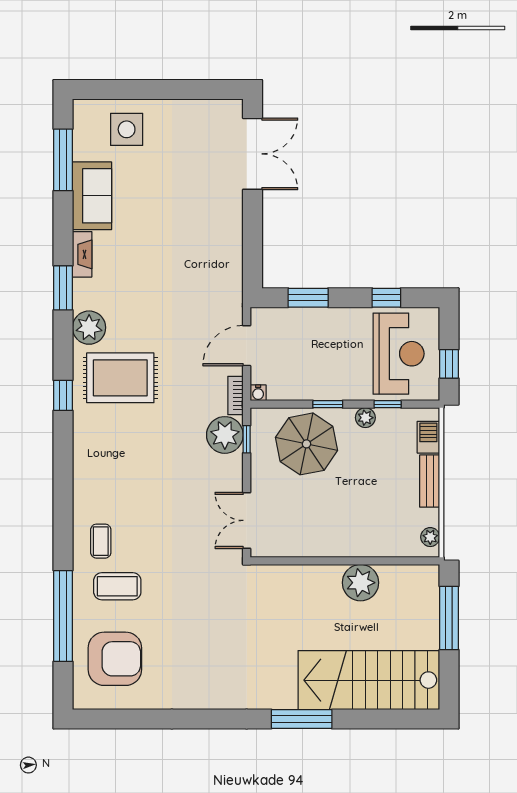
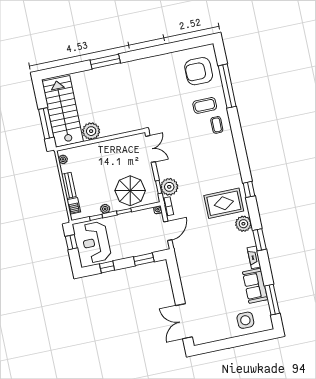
stairs: (369, 680) -> (63, 111), moved, turned -90

